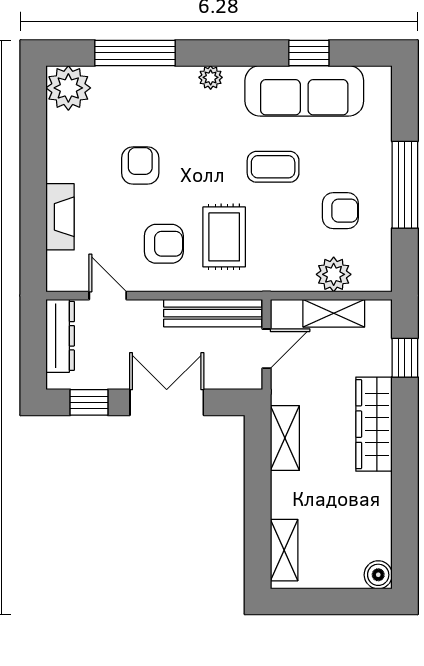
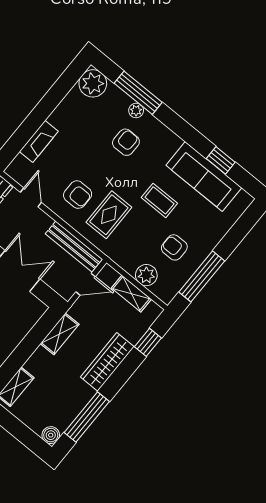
plant: (211, 77) -> (136, 111), moved
armchair: (140, 165) -> (126, 142), moved
window: (405, 185) -> (202, 276), moved
armchair: (340, 211) -> (174, 247), turned 180
window: (405, 515) -> (87, 417), added

